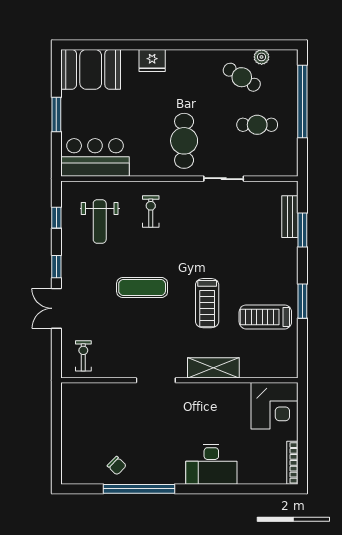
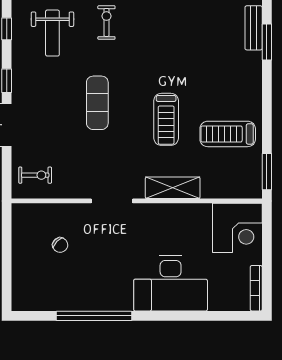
exercise mat: (142, 287) -> (97, 103), turned 90
window: (302, 301) -> (267, 172), moved
exercise bike: (83, 356) -> (35, 175), turned 90
desk: (211, 464) -> (171, 283), width x1.36, depth x1.30
chair: (117, 466) -> (60, 245), moved

